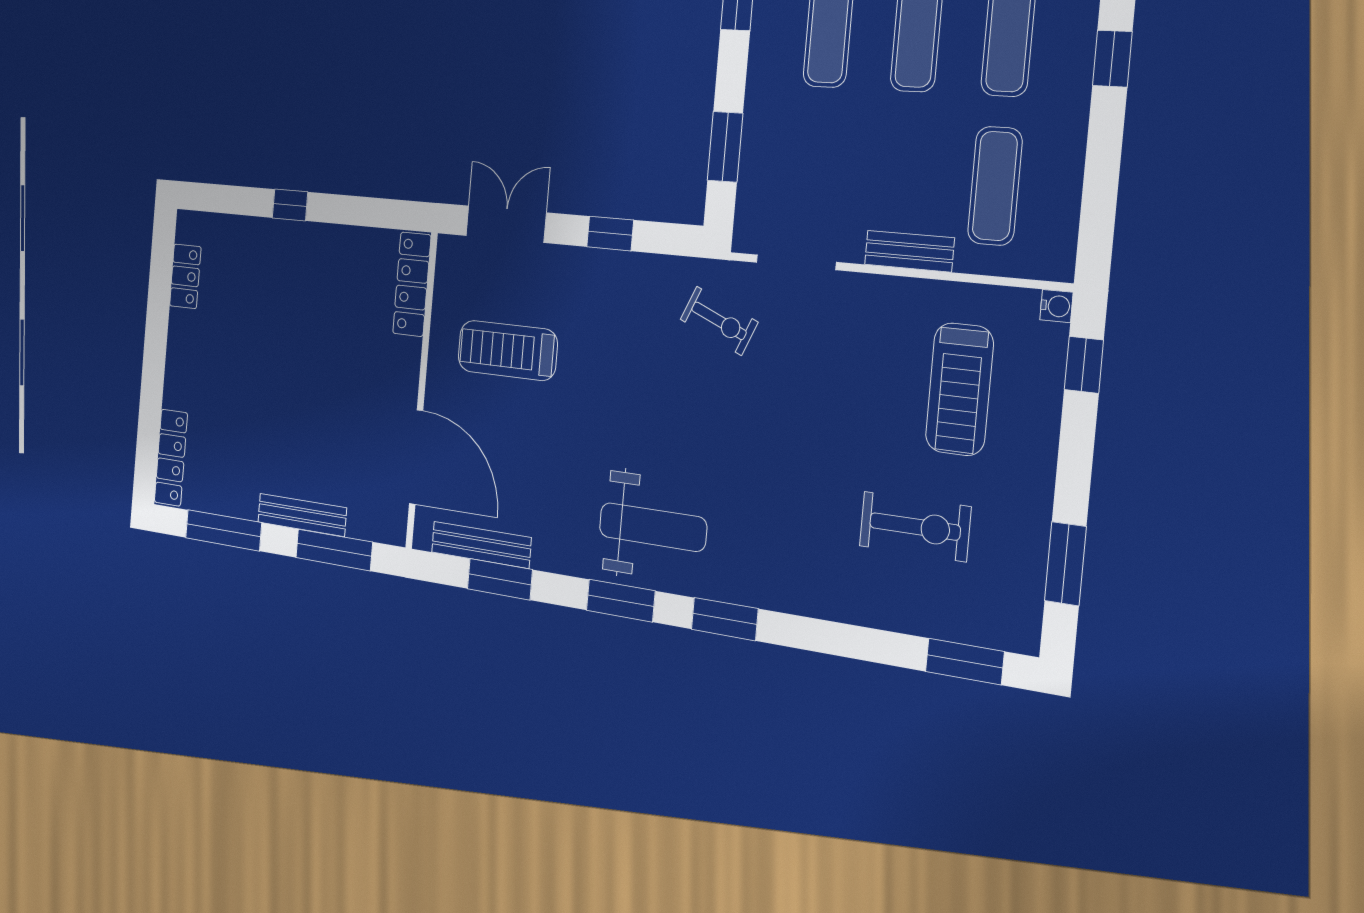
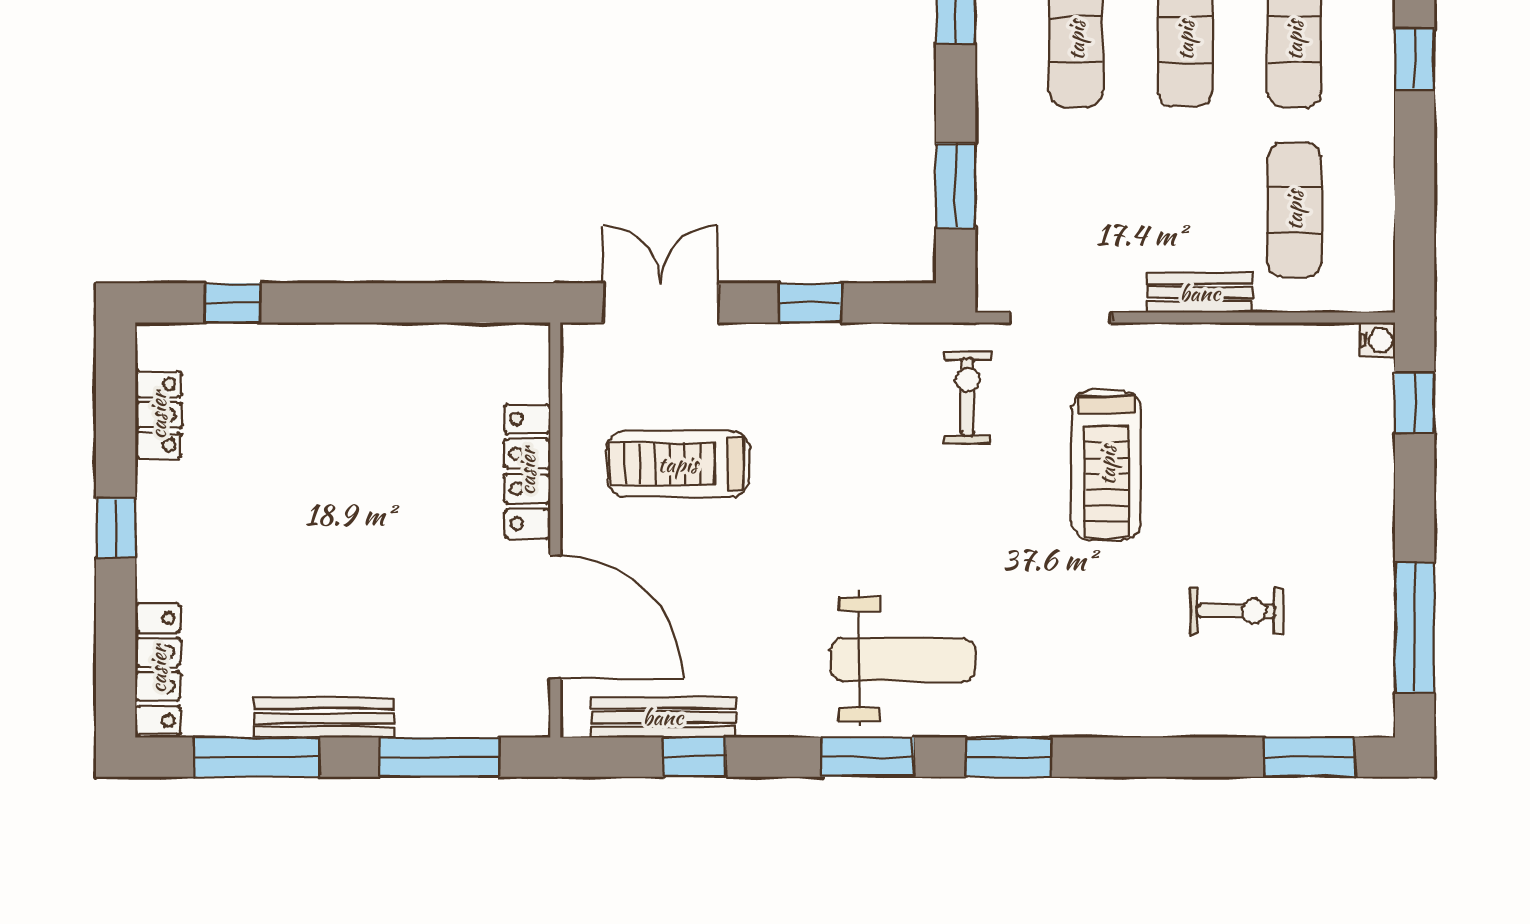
window: (290, 205) -> (233, 303), moved
locker: (412, 284) -> (527, 471), moved
exercise bike: (719, 321) -> (967, 397), turned -113
window: (155, 354) -> (116, 528), added
treadmill: (959, 389) -> (1107, 465), moved
bench: (302, 515) -> (324, 718), moved
exercise bike: (915, 526) -> (1236, 611), width x0.73, depth x0.72
window: (1065, 564) -> (1415, 628), width x1.44
window: (500, 579) -> (695, 757), width x0.67

